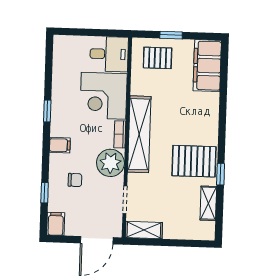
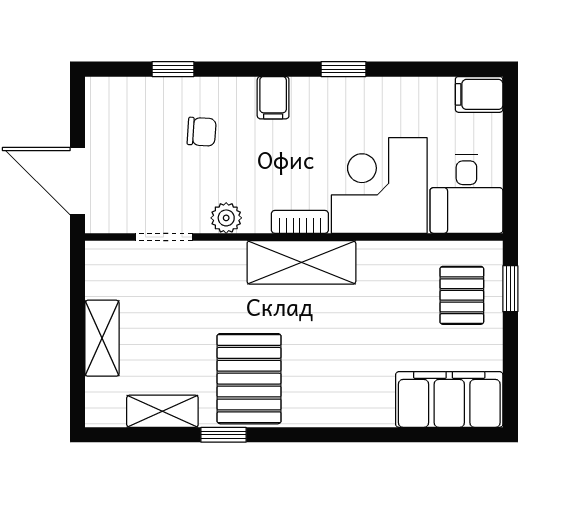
window: (171, 35) -> (510, 289), moved
shelving: (139, 134) -> (301, 262), width x0.68
plant: (110, 163) -> (226, 218), width x0.53, depth x0.53
chair: (75, 180) -> (202, 132), turned -86
filing cabinet: (56, 224) -> (479, 94), moved, turned 180
shelving: (144, 230) -> (102, 338), moved

